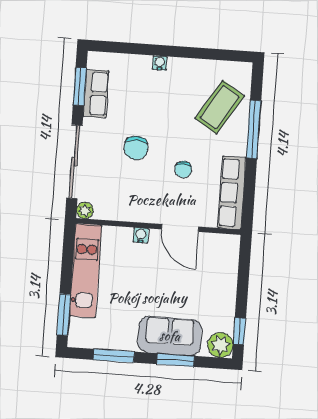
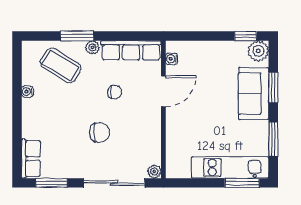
water cooler: (160, 63) -> (27, 92), moved
row of seats: (96, 94) -> (31, 159), moved, turned 90
window: (254, 129) -> (77, 36), width x0.69
plant: (239, 147) -> (92, 47), added
water cooler: (141, 235) -> (172, 59), moved
kitchen unit: (85, 271) -> (230, 167), moved

